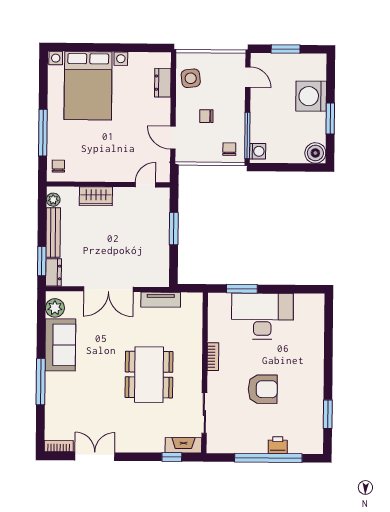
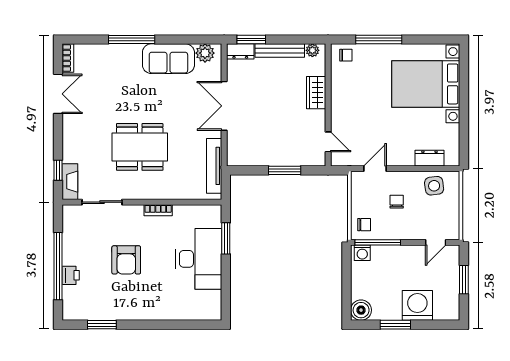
tv unit: (161, 300) -> (214, 166), width x1.41

